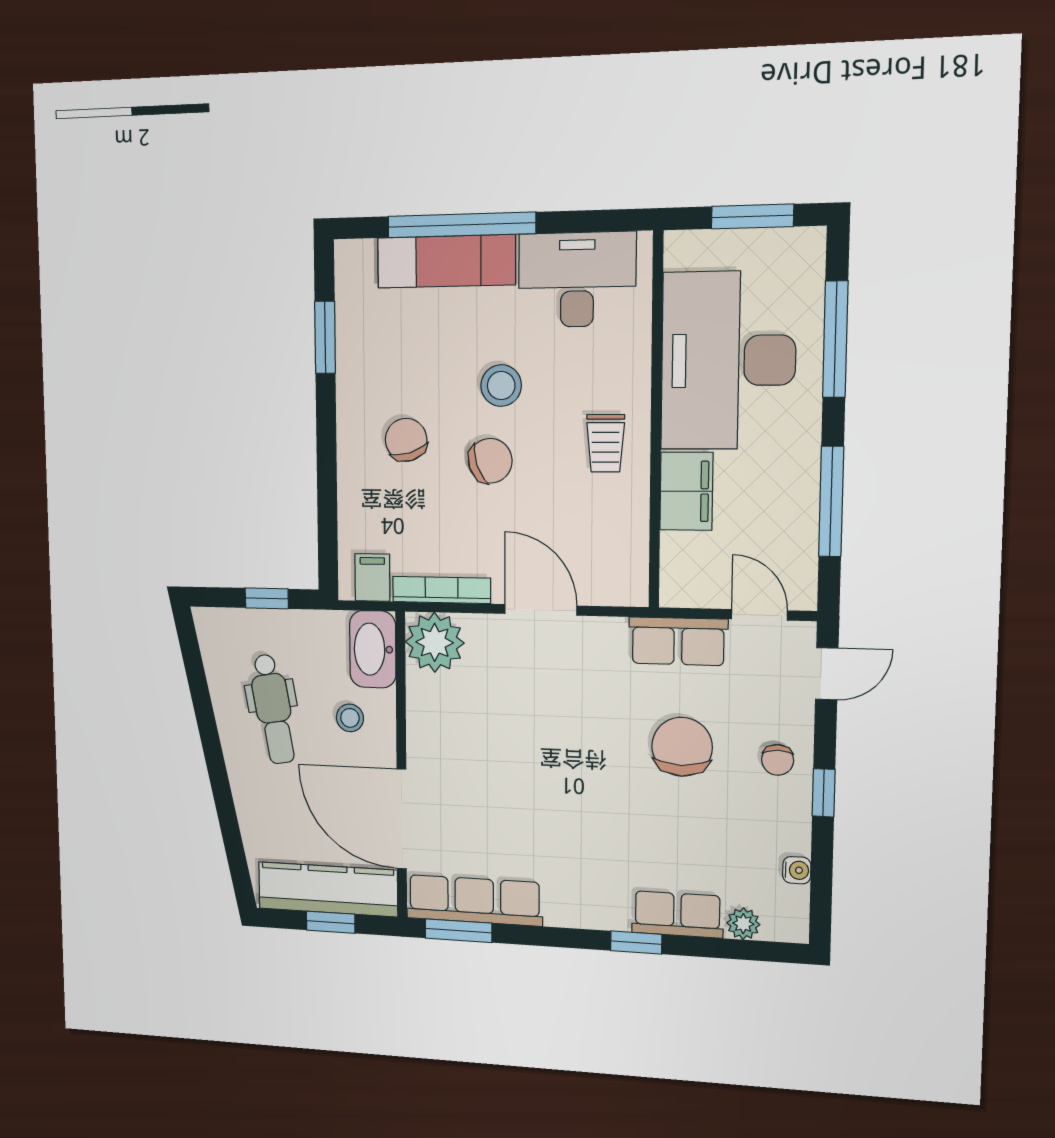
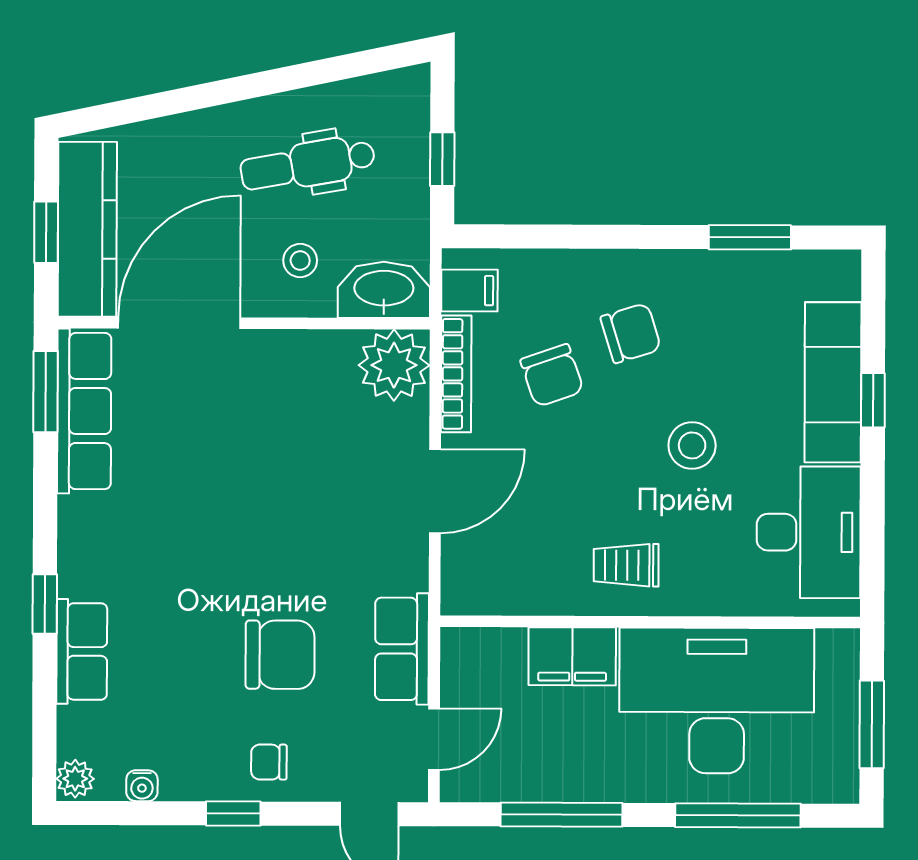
window: (461, 225) -> (873, 400), width x0.32
chair: (490, 461) -> (552, 375), moved
plant: (743, 924) -> (75, 779), moved

